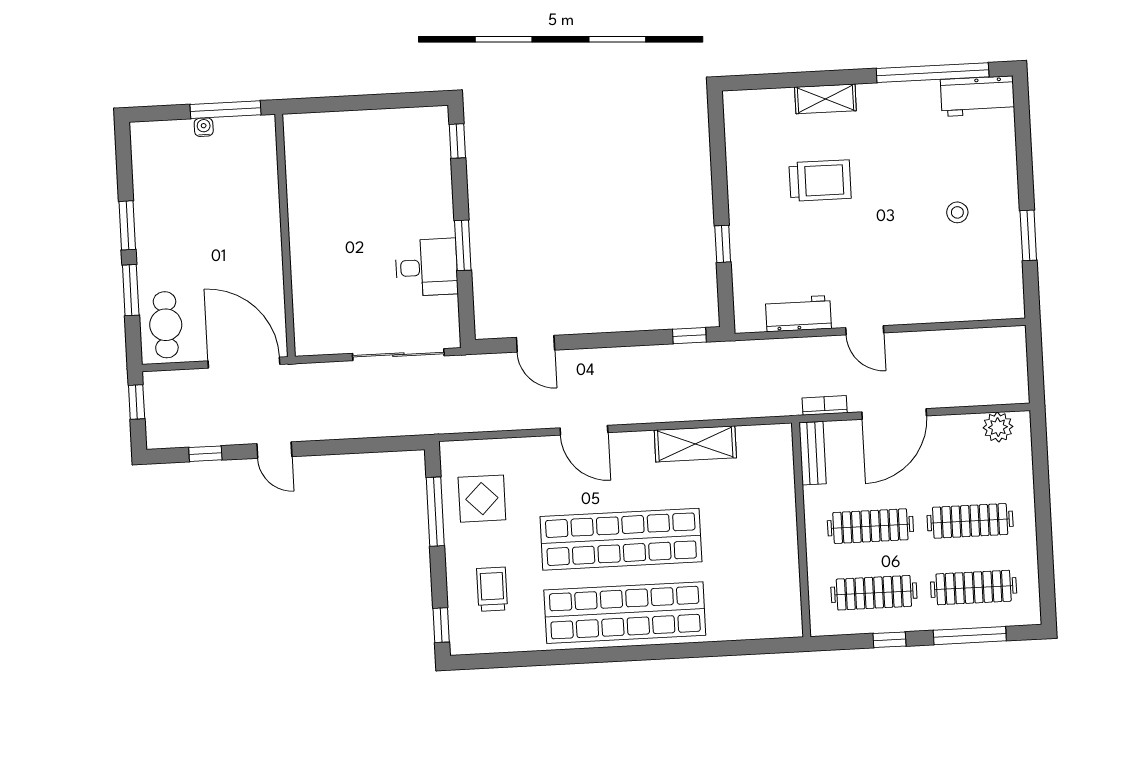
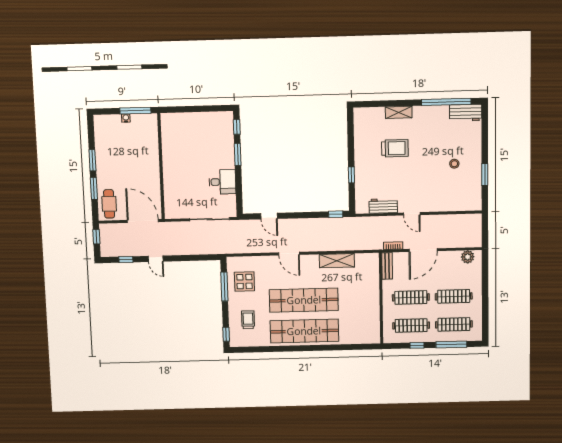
window: (463, 245) -> (238, 154), moved

